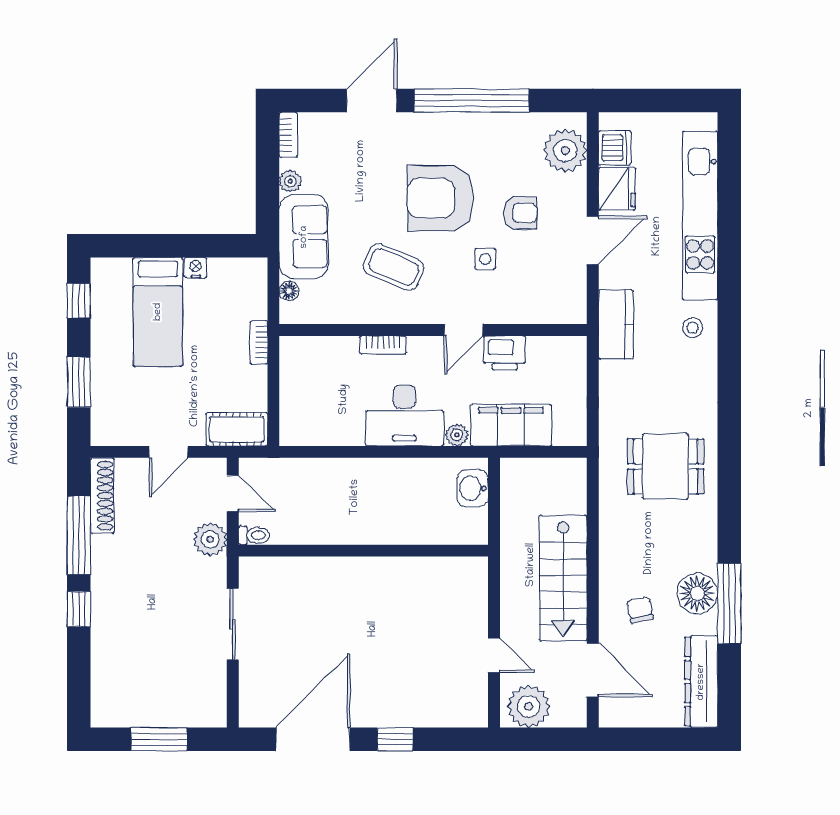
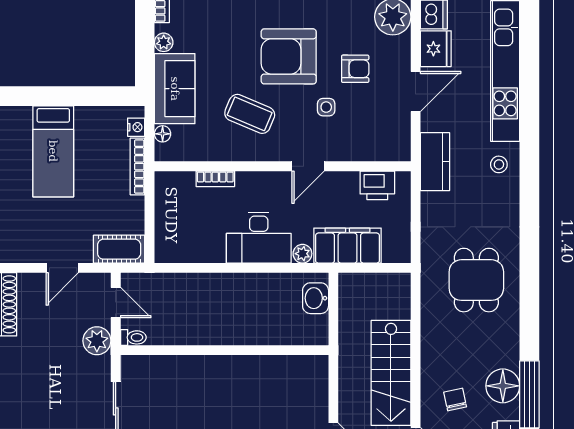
nightstand: (196, 268) -> (136, 127), moved, turned 90
bookcase: (259, 342) -> (137, 167), width x1.56
bookcase: (383, 345) -> (215, 179), moved
printer: (505, 353) -> (377, 185), moved
dining table: (666, 466) -> (476, 280), turned 90

